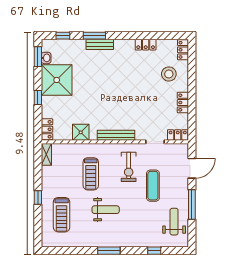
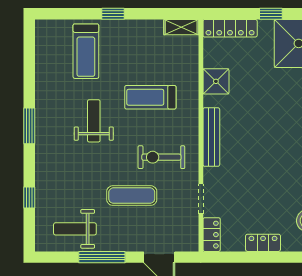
locker: (47, 129) -> (230, 28), width x1.53
weight bench: (106, 210) -> (94, 121), turned 180
treadmill: (62, 215) -> (86, 51), turned -90
weight bench: (174, 222) -> (75, 229), turned 180

